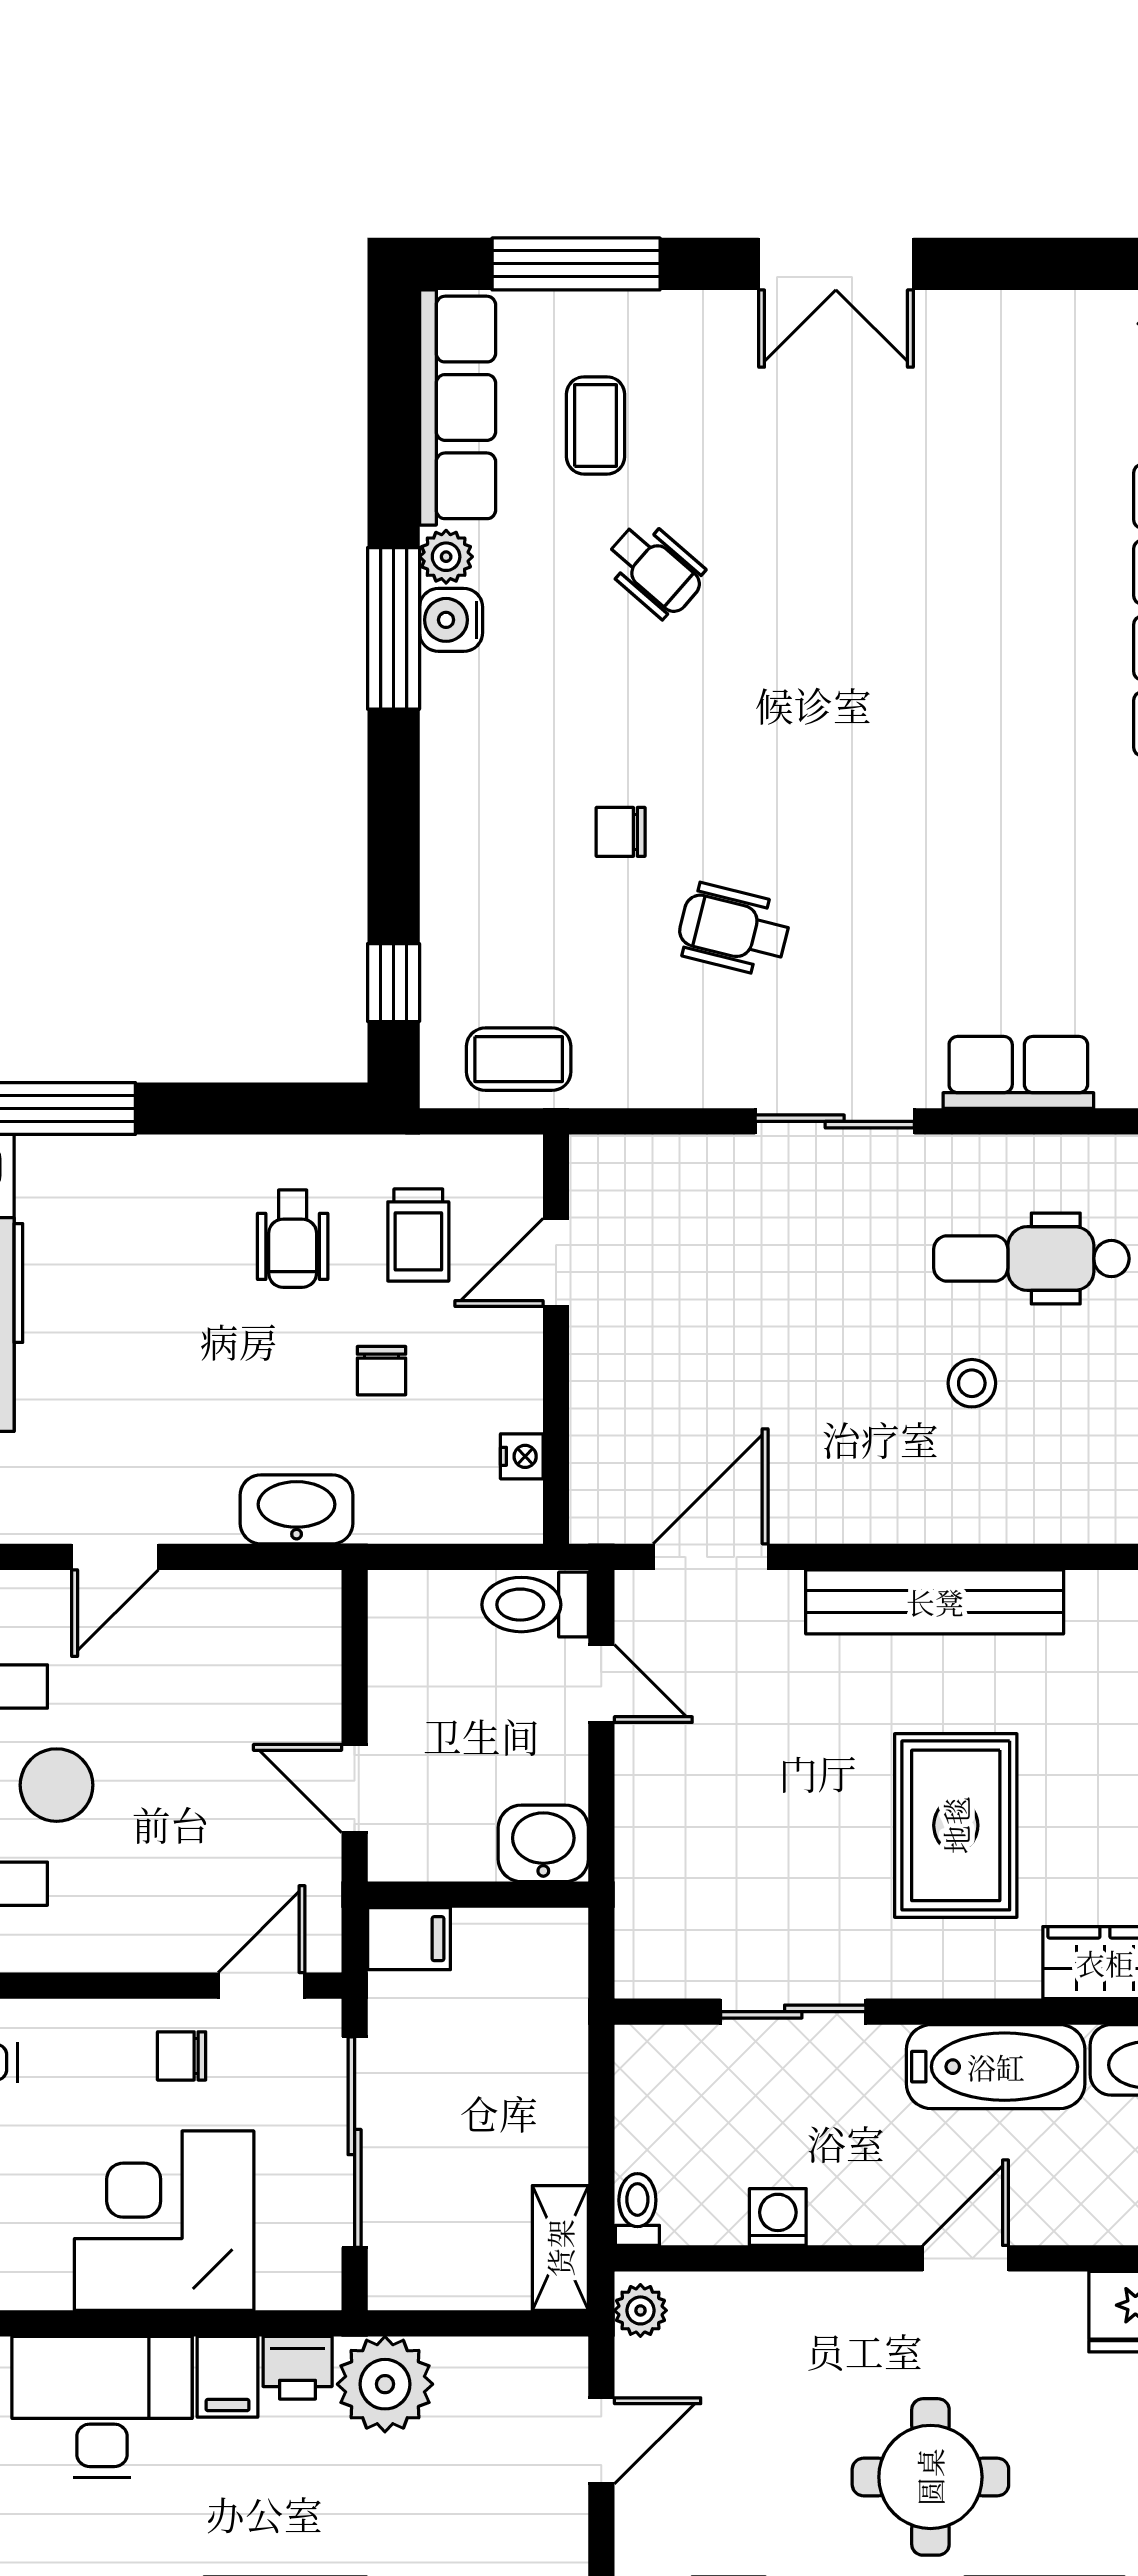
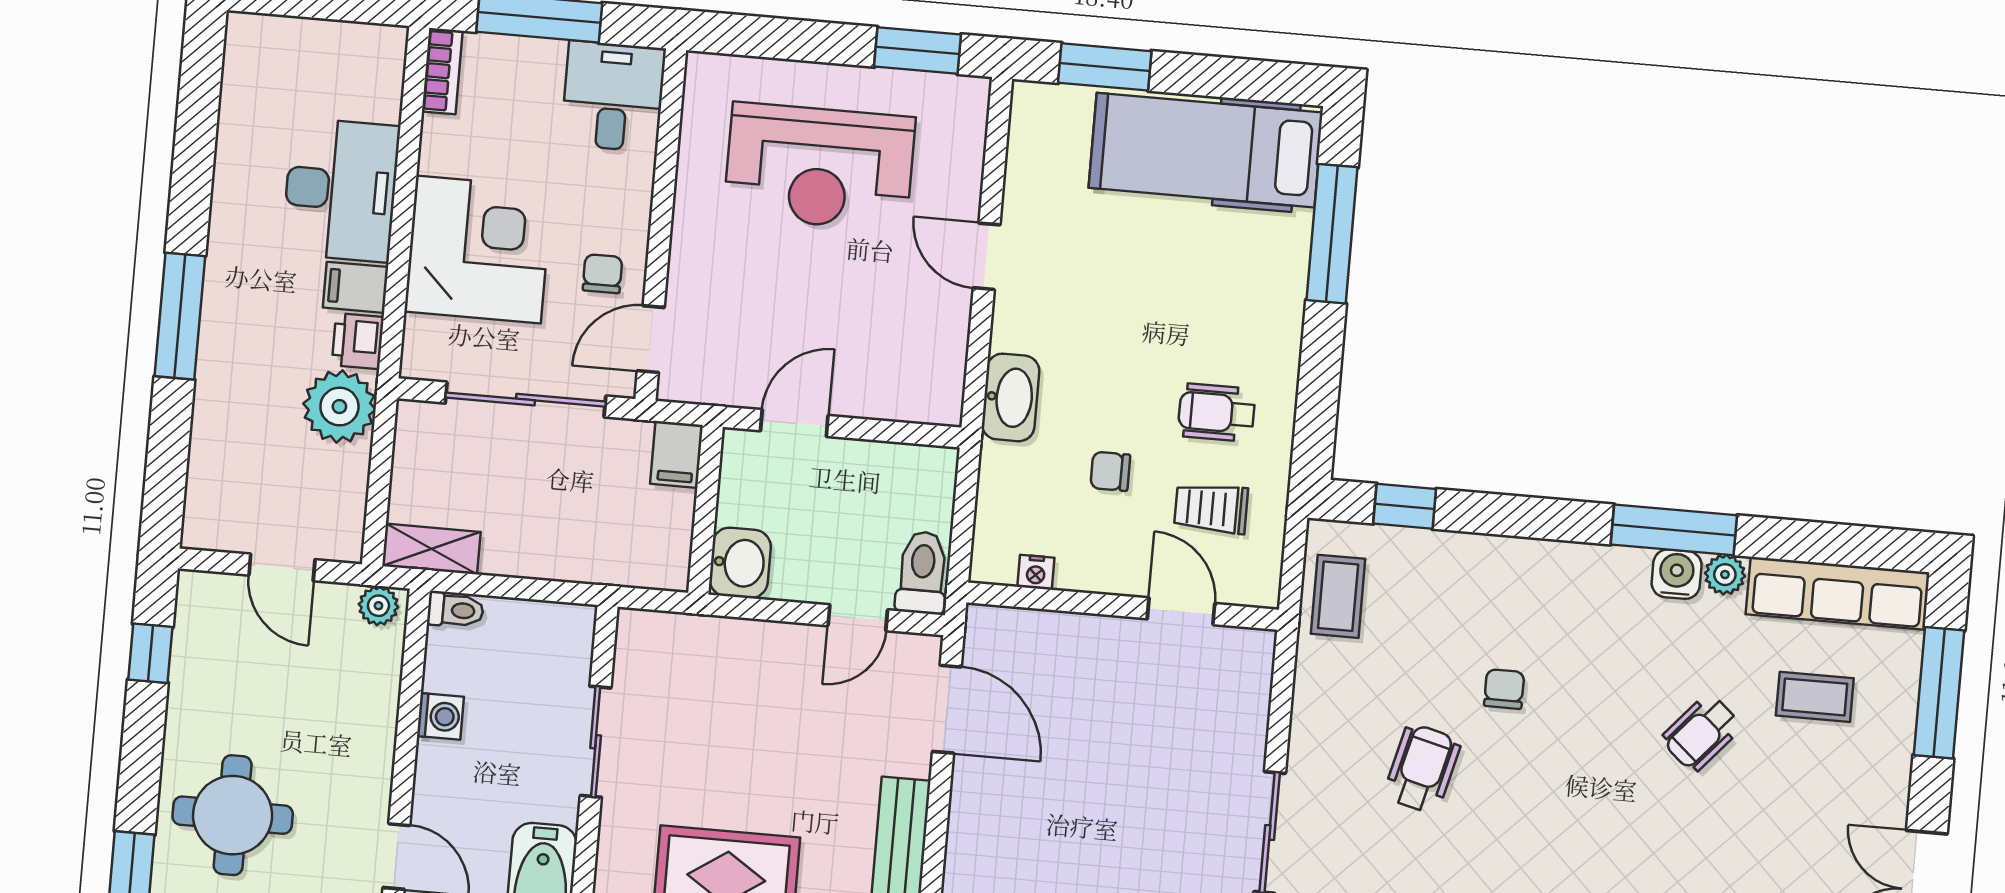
door: (261, 1986) -> (651, 339), swing flipped

